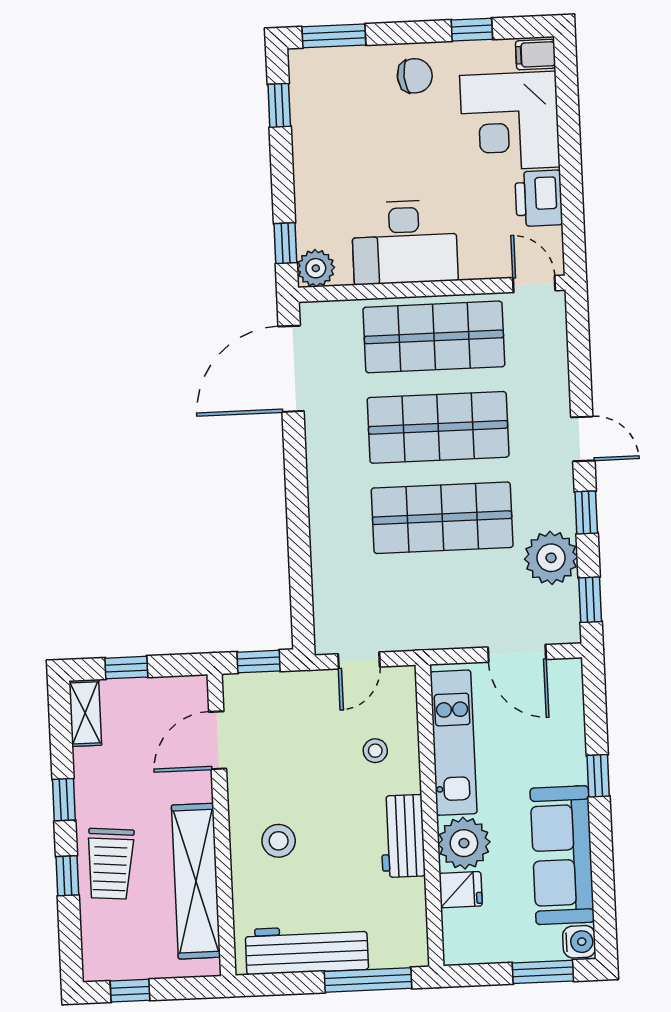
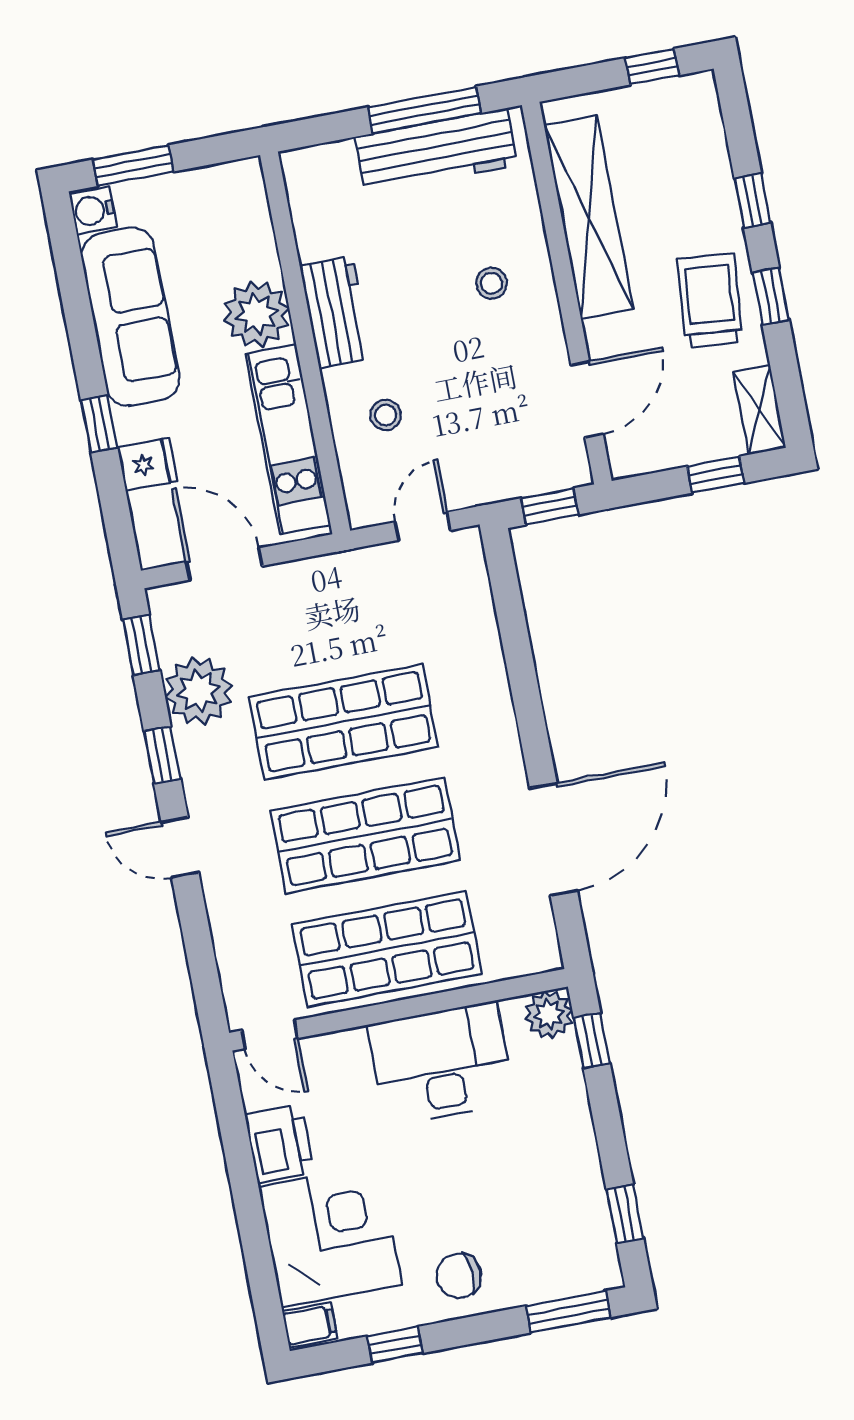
door: (291, 369) -> (554, 839), moved
stool: (279, 841) -> (492, 283), width x0.73, depth x0.73
trolley: (110, 864) -> (710, 301), moved
fridge: (461, 890) -> (147, 464), moved, turned 180
window: (368, 980) -> (425, 110), moved

